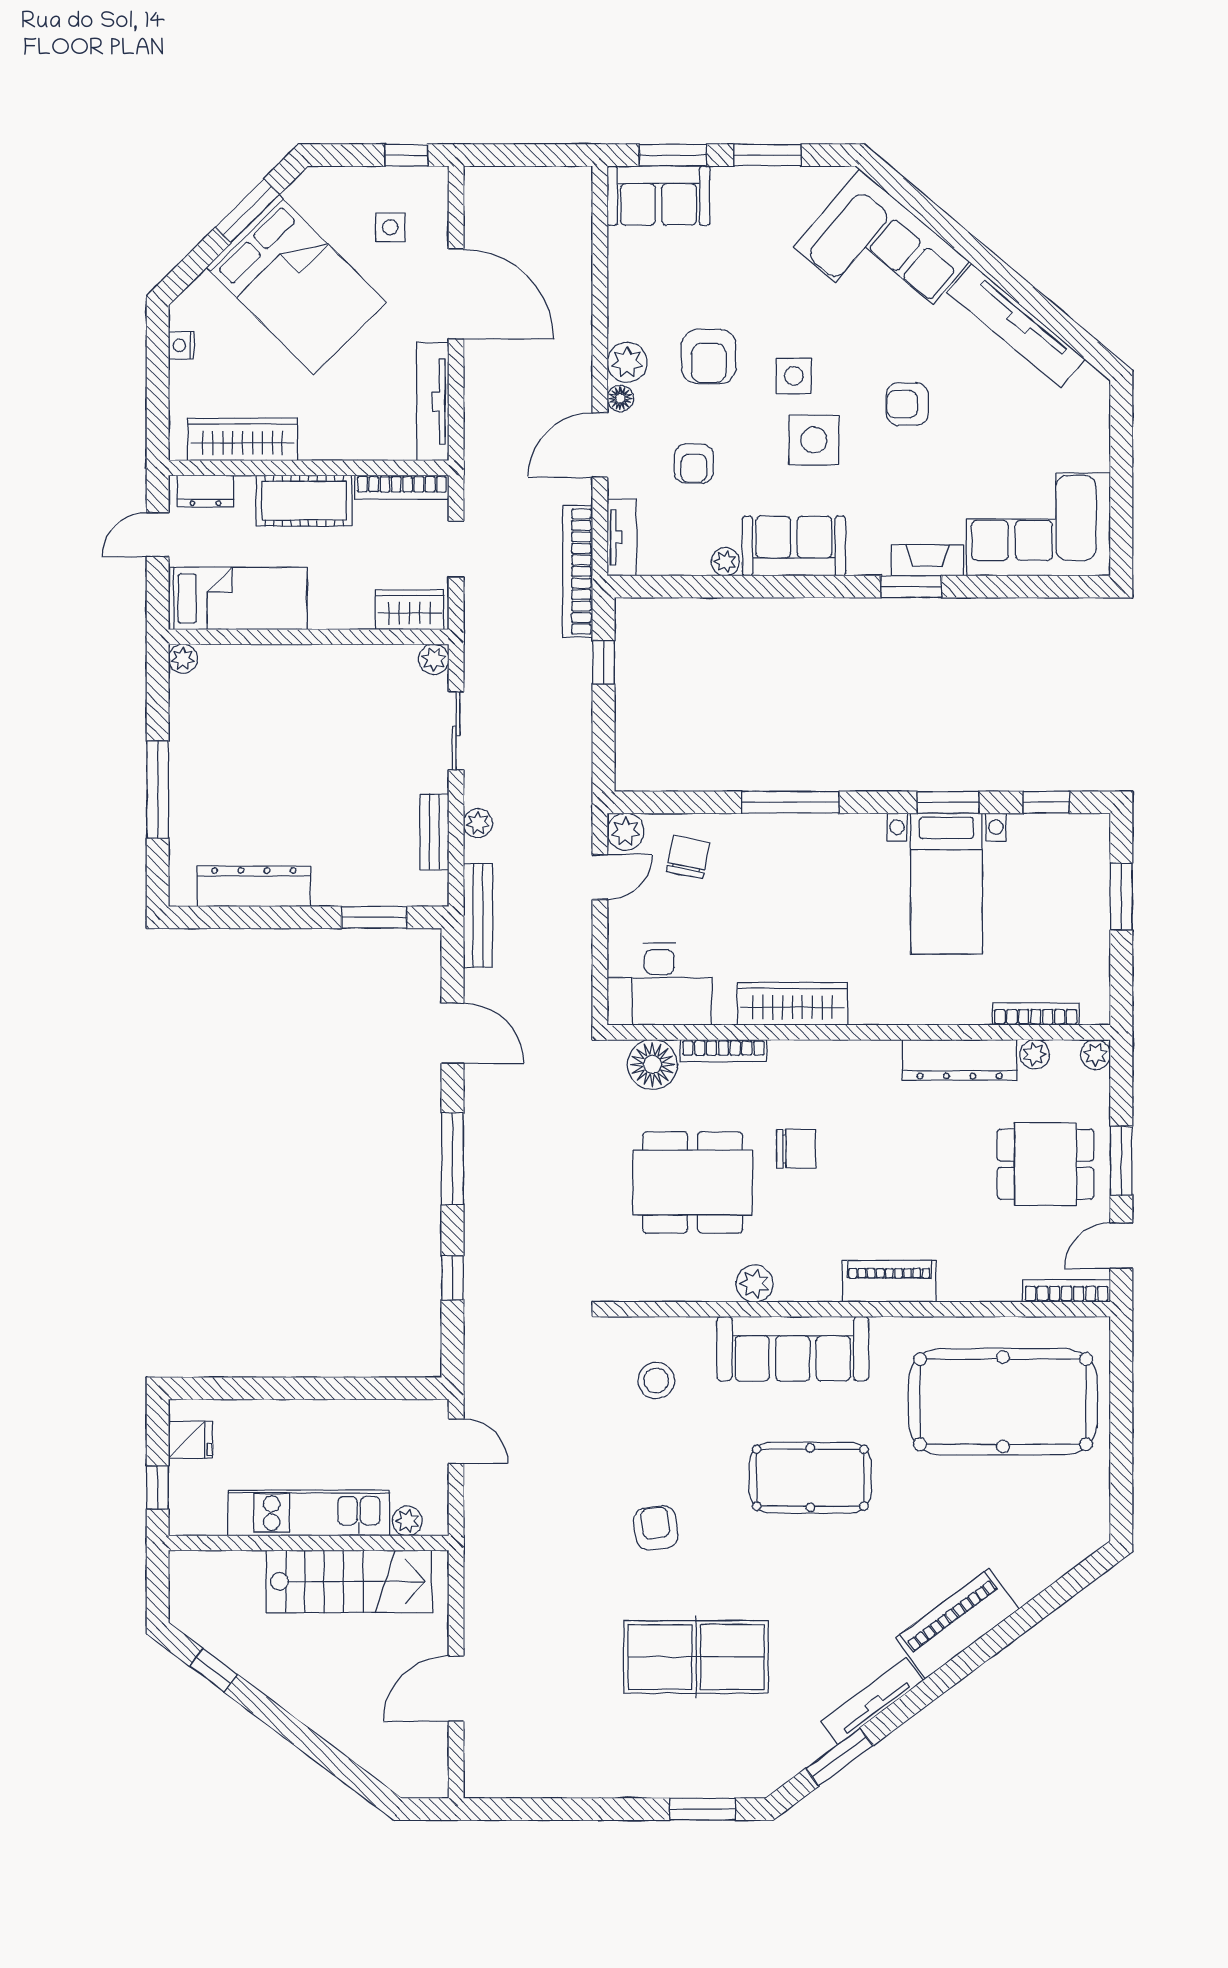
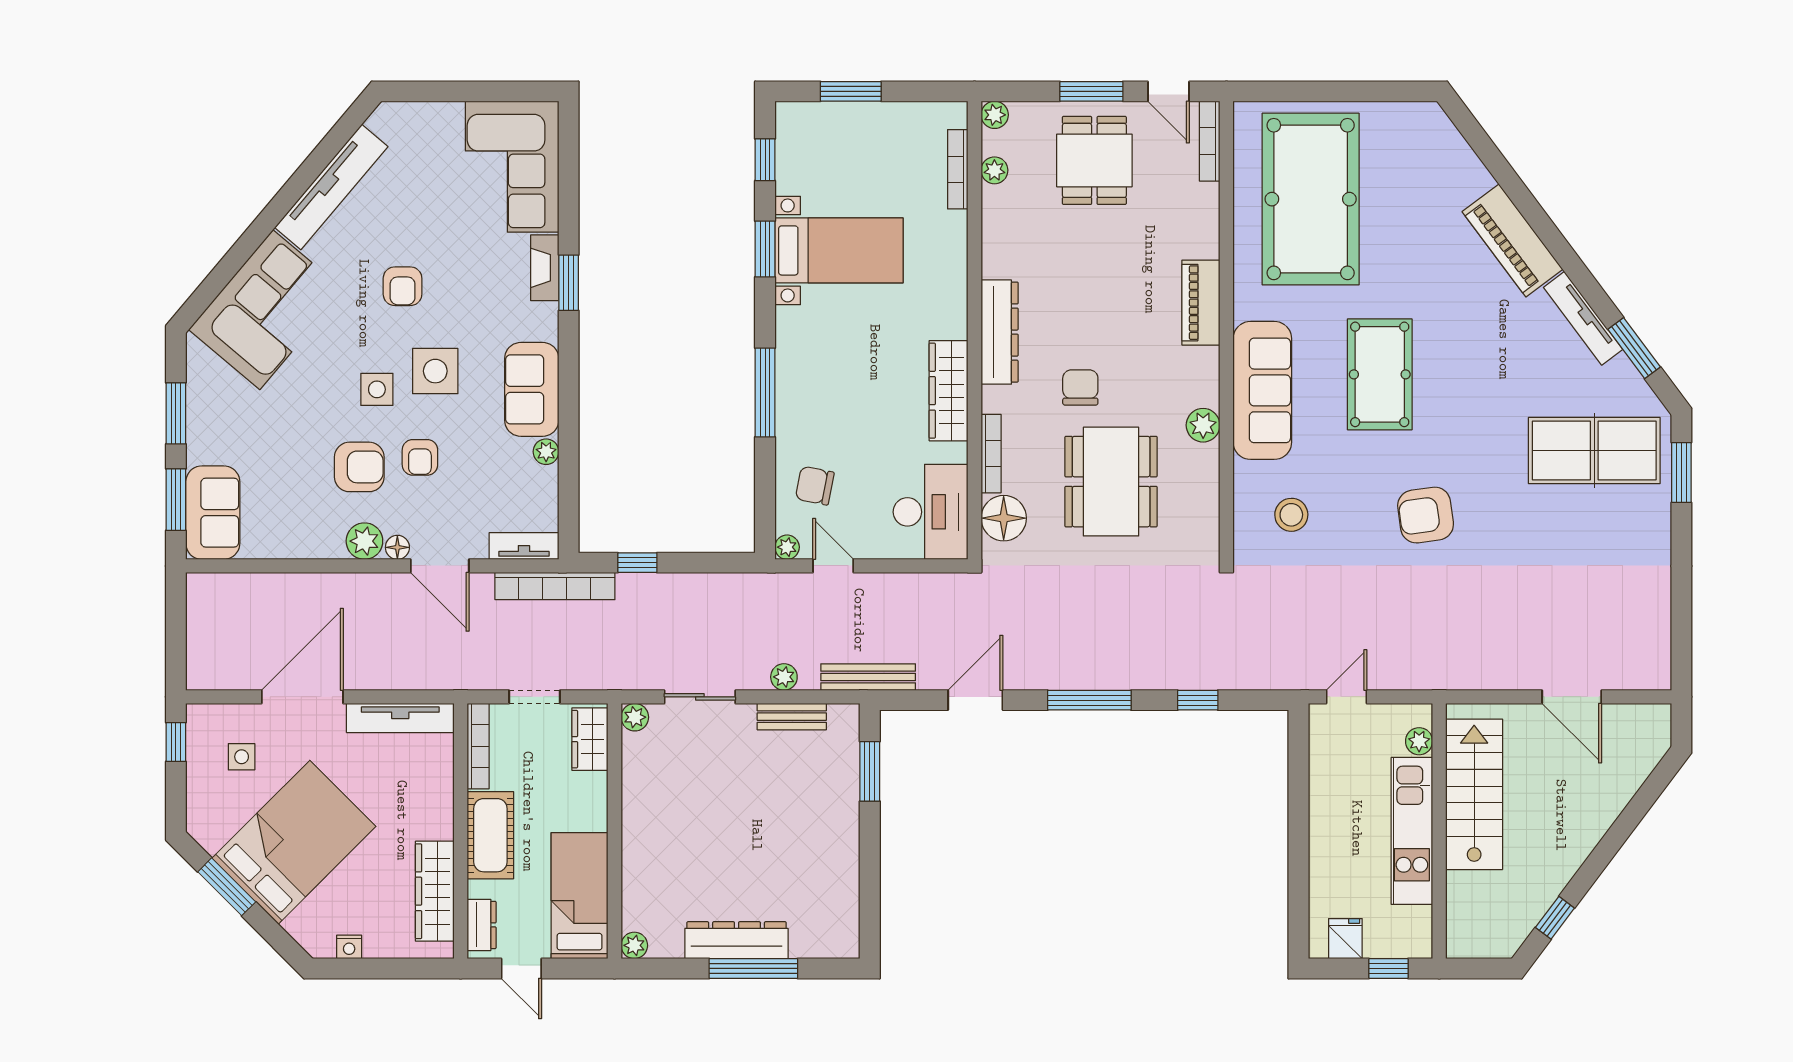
armchair: (694, 463) -> (420, 457), moved, turned 90
plant: (626, 832) -> (787, 547), width x0.73, depth x0.73
dresser: (254, 886) -> (737, 940), moved, turned 90
dresser: (960, 1060) -> (1000, 332), moved
armchair: (656, 1528) -> (1426, 515), width x1.38, depth x1.38
table tennis table: (696, 1657) -> (1594, 451), moved, turned 90

